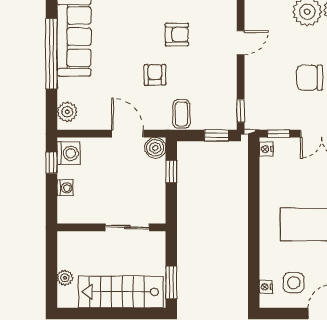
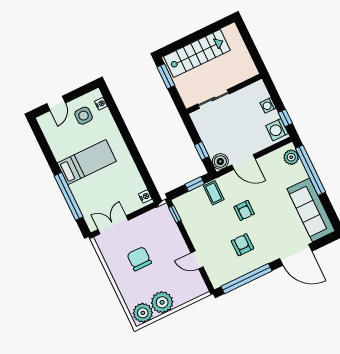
armchair: (177, 35) -> (242, 245), turned 90
door: (241, 43) -> (197, 260), hinge flipped
window: (51, 54) -> (311, 170), moved
chair: (310, 78) -> (139, 259), turned -90
window: (279, 134) -> (142, 211), removed
window: (216, 136) -> (195, 184), moved
plant: (65, 278) -> (239, 45), removed

